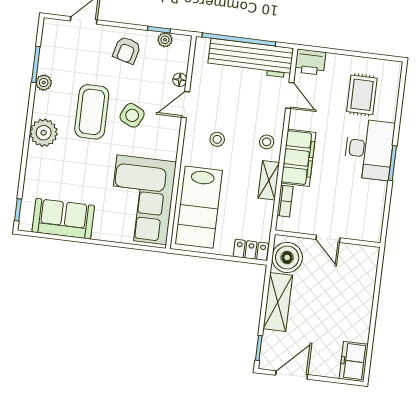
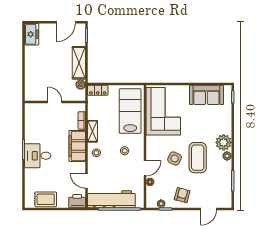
plant: (44, 83) -> (227, 156), moved
rug: (362, 95) -> (46, 199), moved, turned 90
desk: (369, 149) -> (38, 156), width x0.73
boiler: (287, 257) -> (81, 85), width x0.54, depth x0.54

